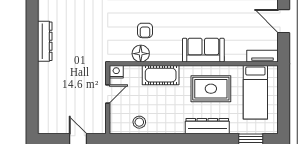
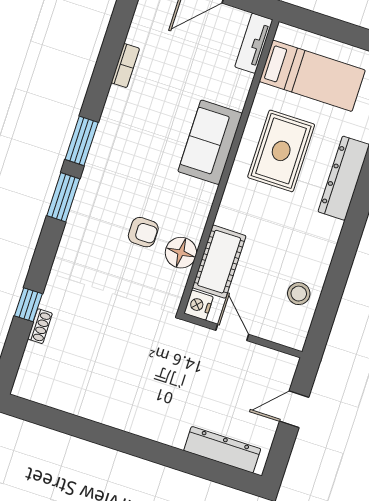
dresser: (45, 41) -> (222, 450), moved
cot: (161, 75) -> (219, 262), moved

